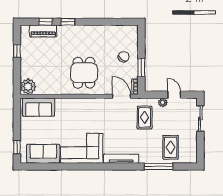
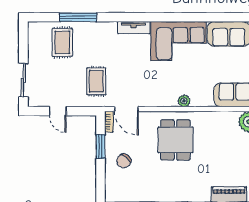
plant: (163, 102) -> (184, 101), moved
tv unit: (121, 159) -> (134, 28), width x0.71

